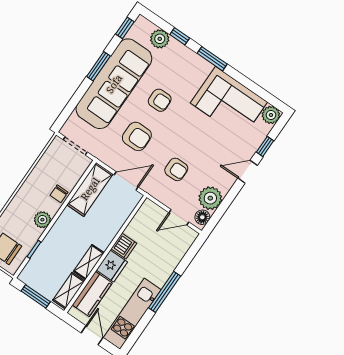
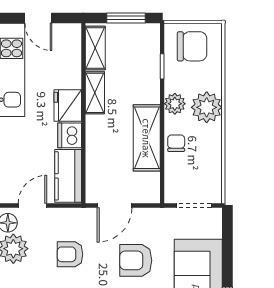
shelving: (90, 189) -> (147, 138), moved
plant: (24, 203) -> (207, 107), added
kitchen counter: (92, 294) -> (68, 176), moved

